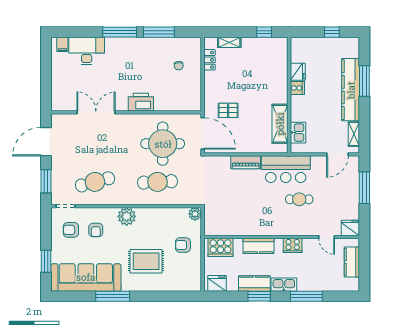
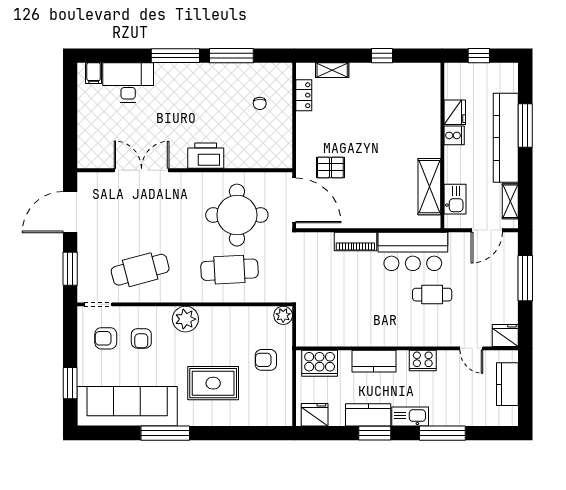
fridge: (298, 72) -> (455, 112), moved
cooker: (297, 88) -> (454, 135), moved
wall: (289, 95) -> (442, 146), moved
shelving: (280, 124) -> (429, 187), moved
kitchen sink: (298, 133) -> (455, 199), moved

